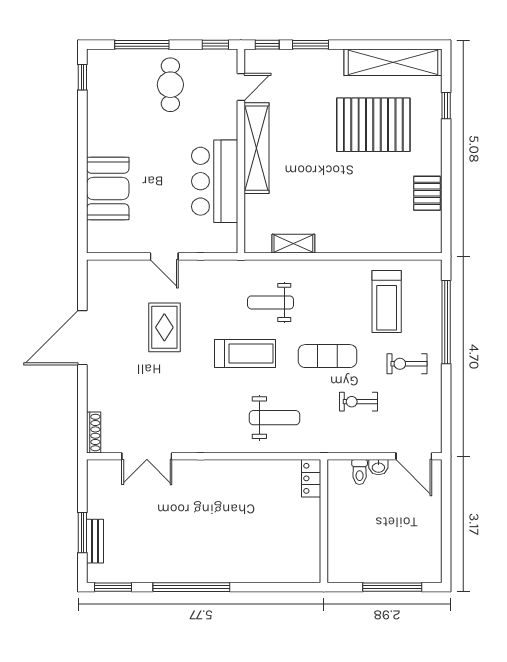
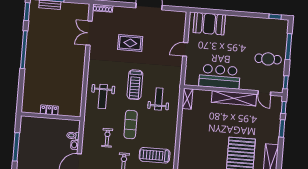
booth: (108, 188) -> (209, 24), moved
shelving: (293, 244) -> (187, 99), moved
rug: (164, 327) -> (130, 43), moved
locker: (311, 478) -> (49, 110), moved

